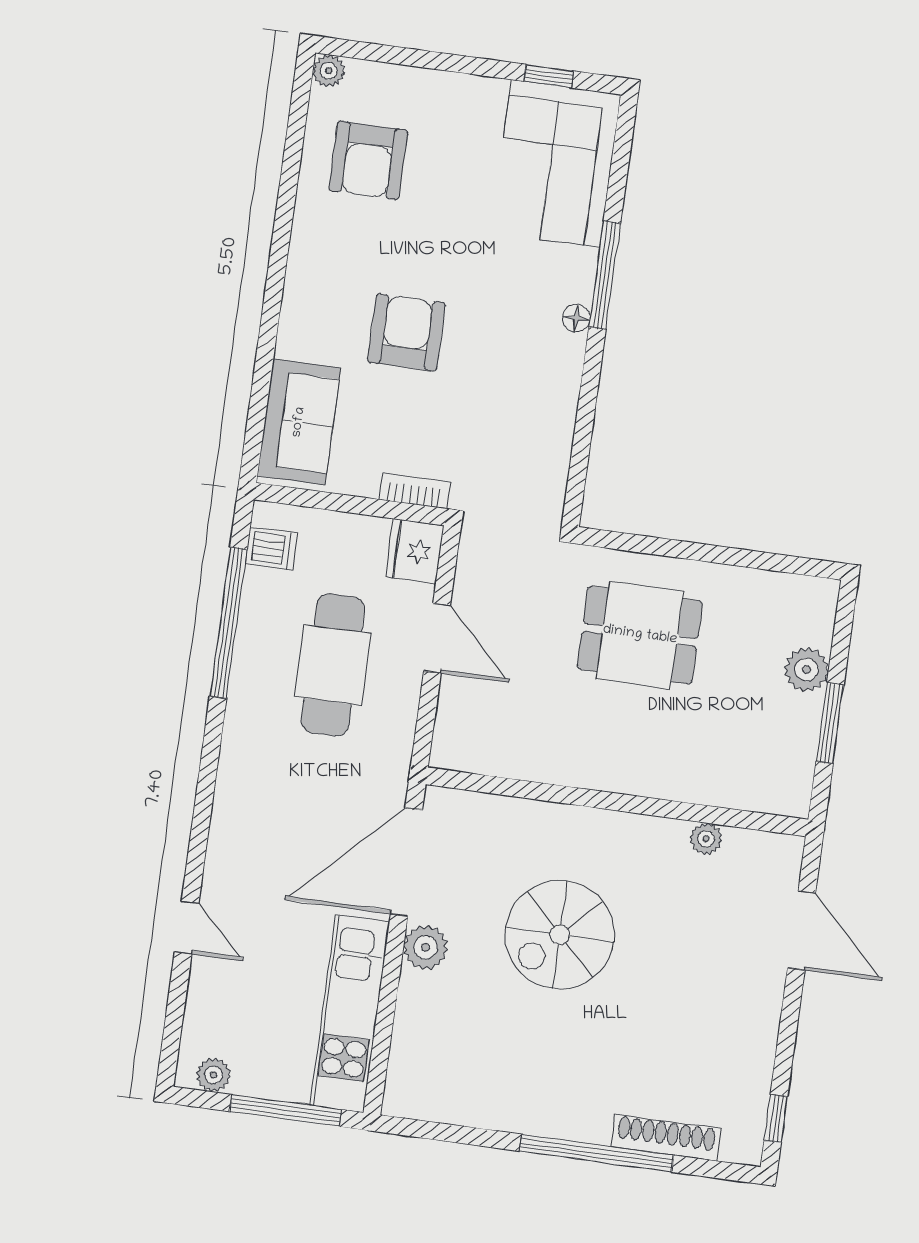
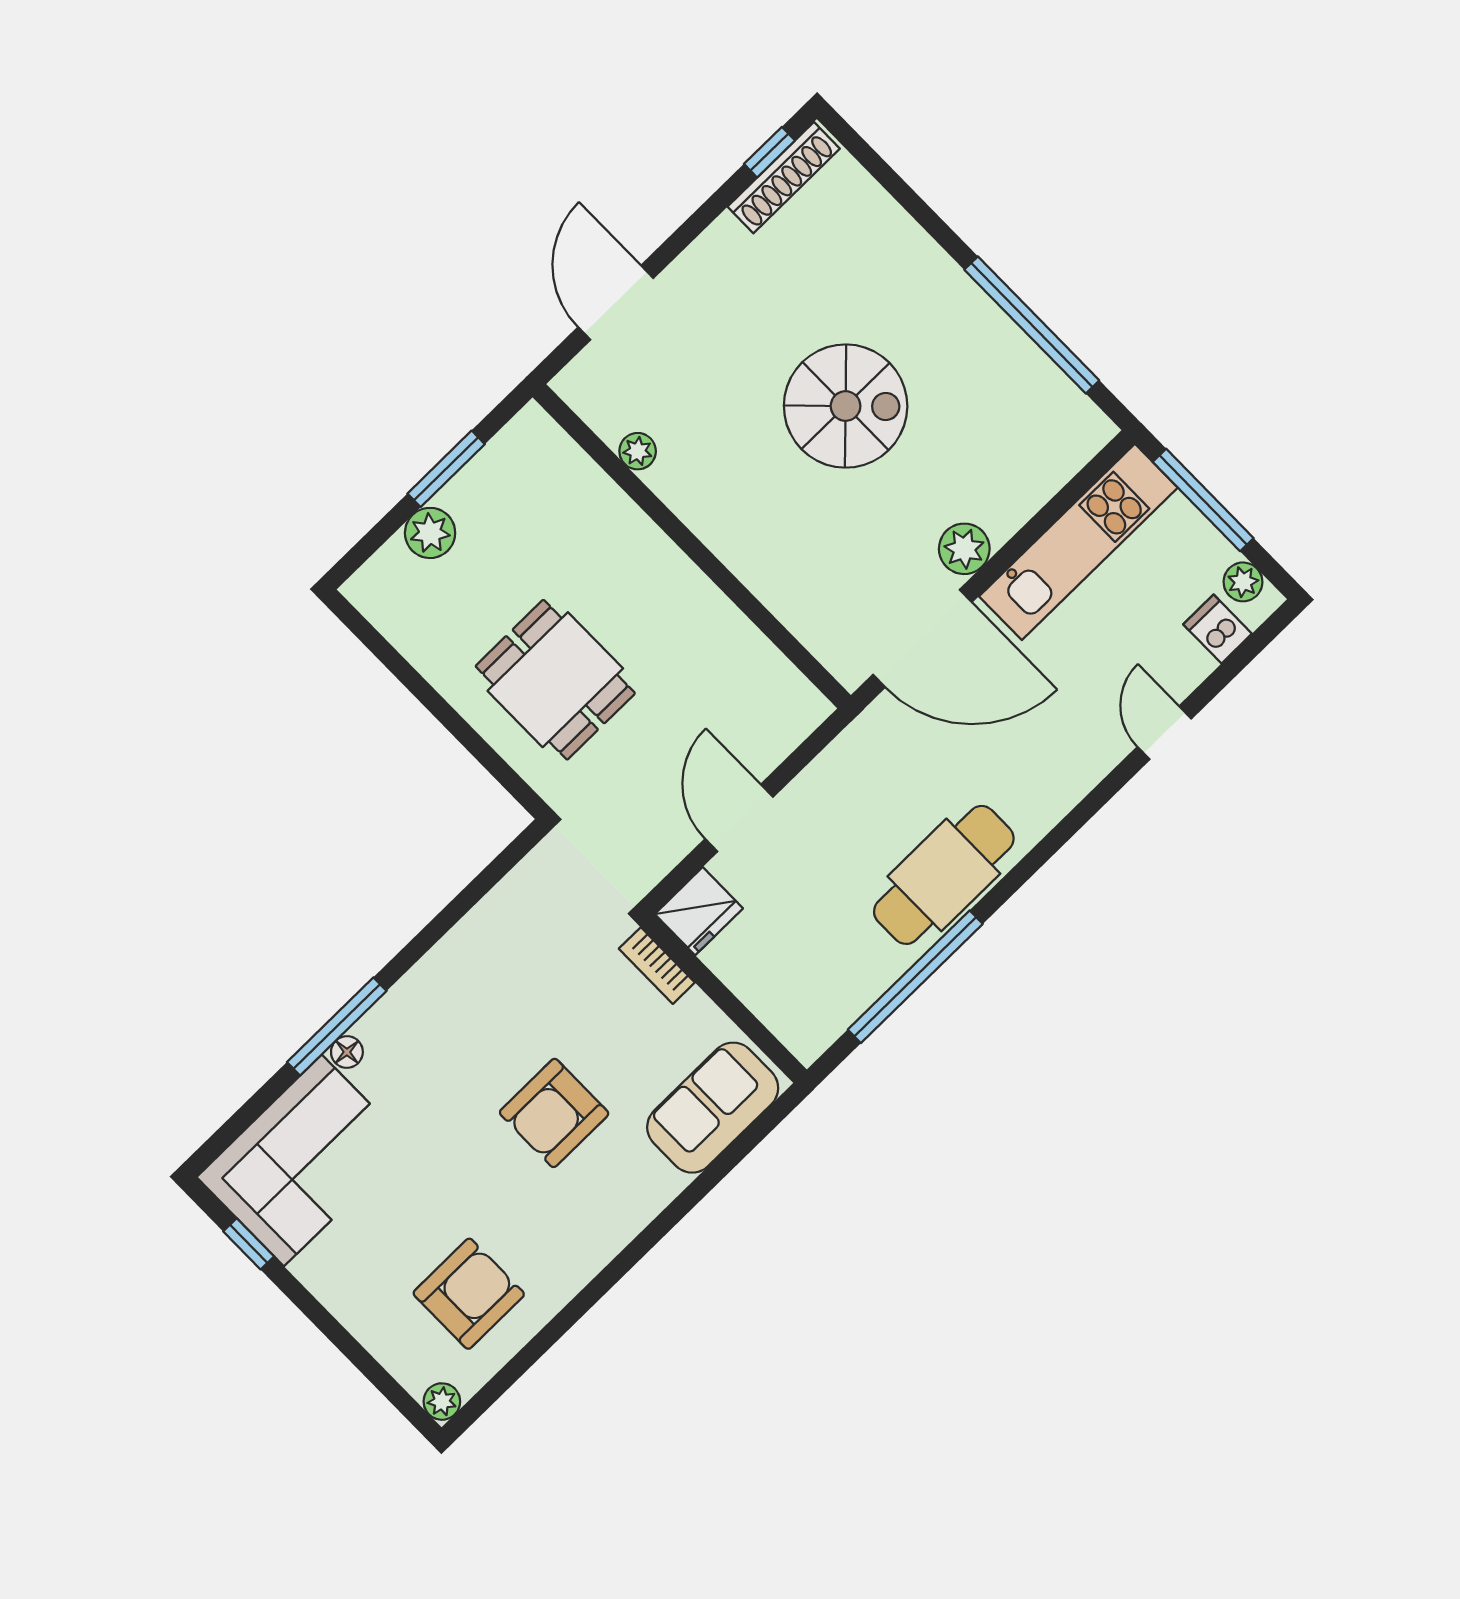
floor lamp: (576, 318) -> (347, 1052), moved
dishwasher: (271, 548) -> (1218, 629), moved
cafe table: (333, 665) -> (944, 875), moved
spiral stairs: (560, 935) -> (846, 406), moved
shoe rack: (666, 1138) -> (784, 178), moved, turned -90
window: (597, 1153) -> (1032, 325), moved

